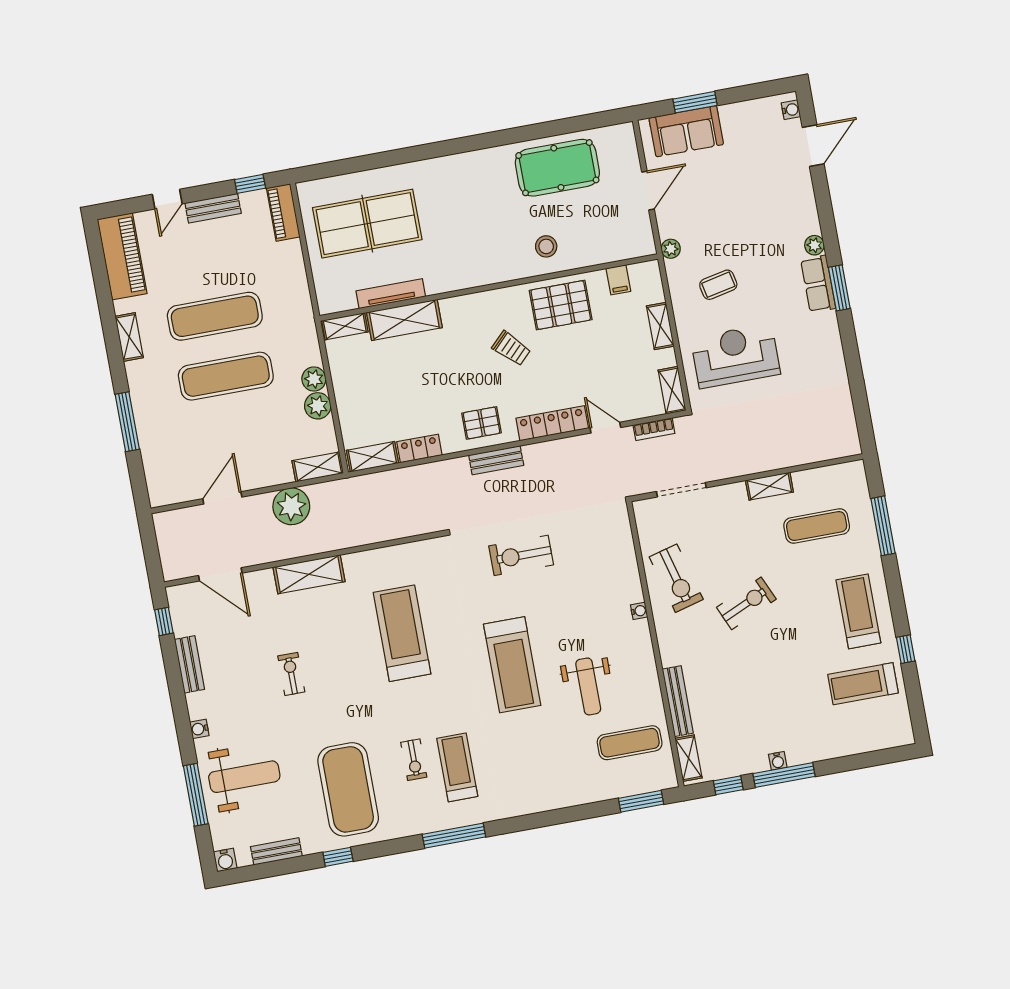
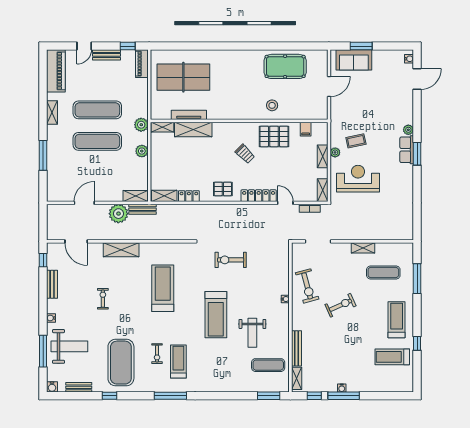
plant: (671, 249) -> (335, 152), moved
plant: (318, 406) -> (141, 125), moved
bench: (496, 460) -> (143, 209), moved

